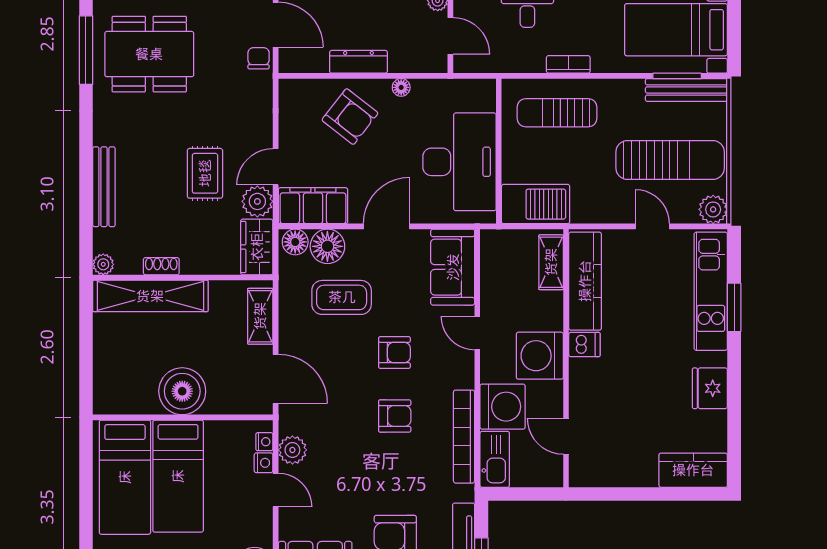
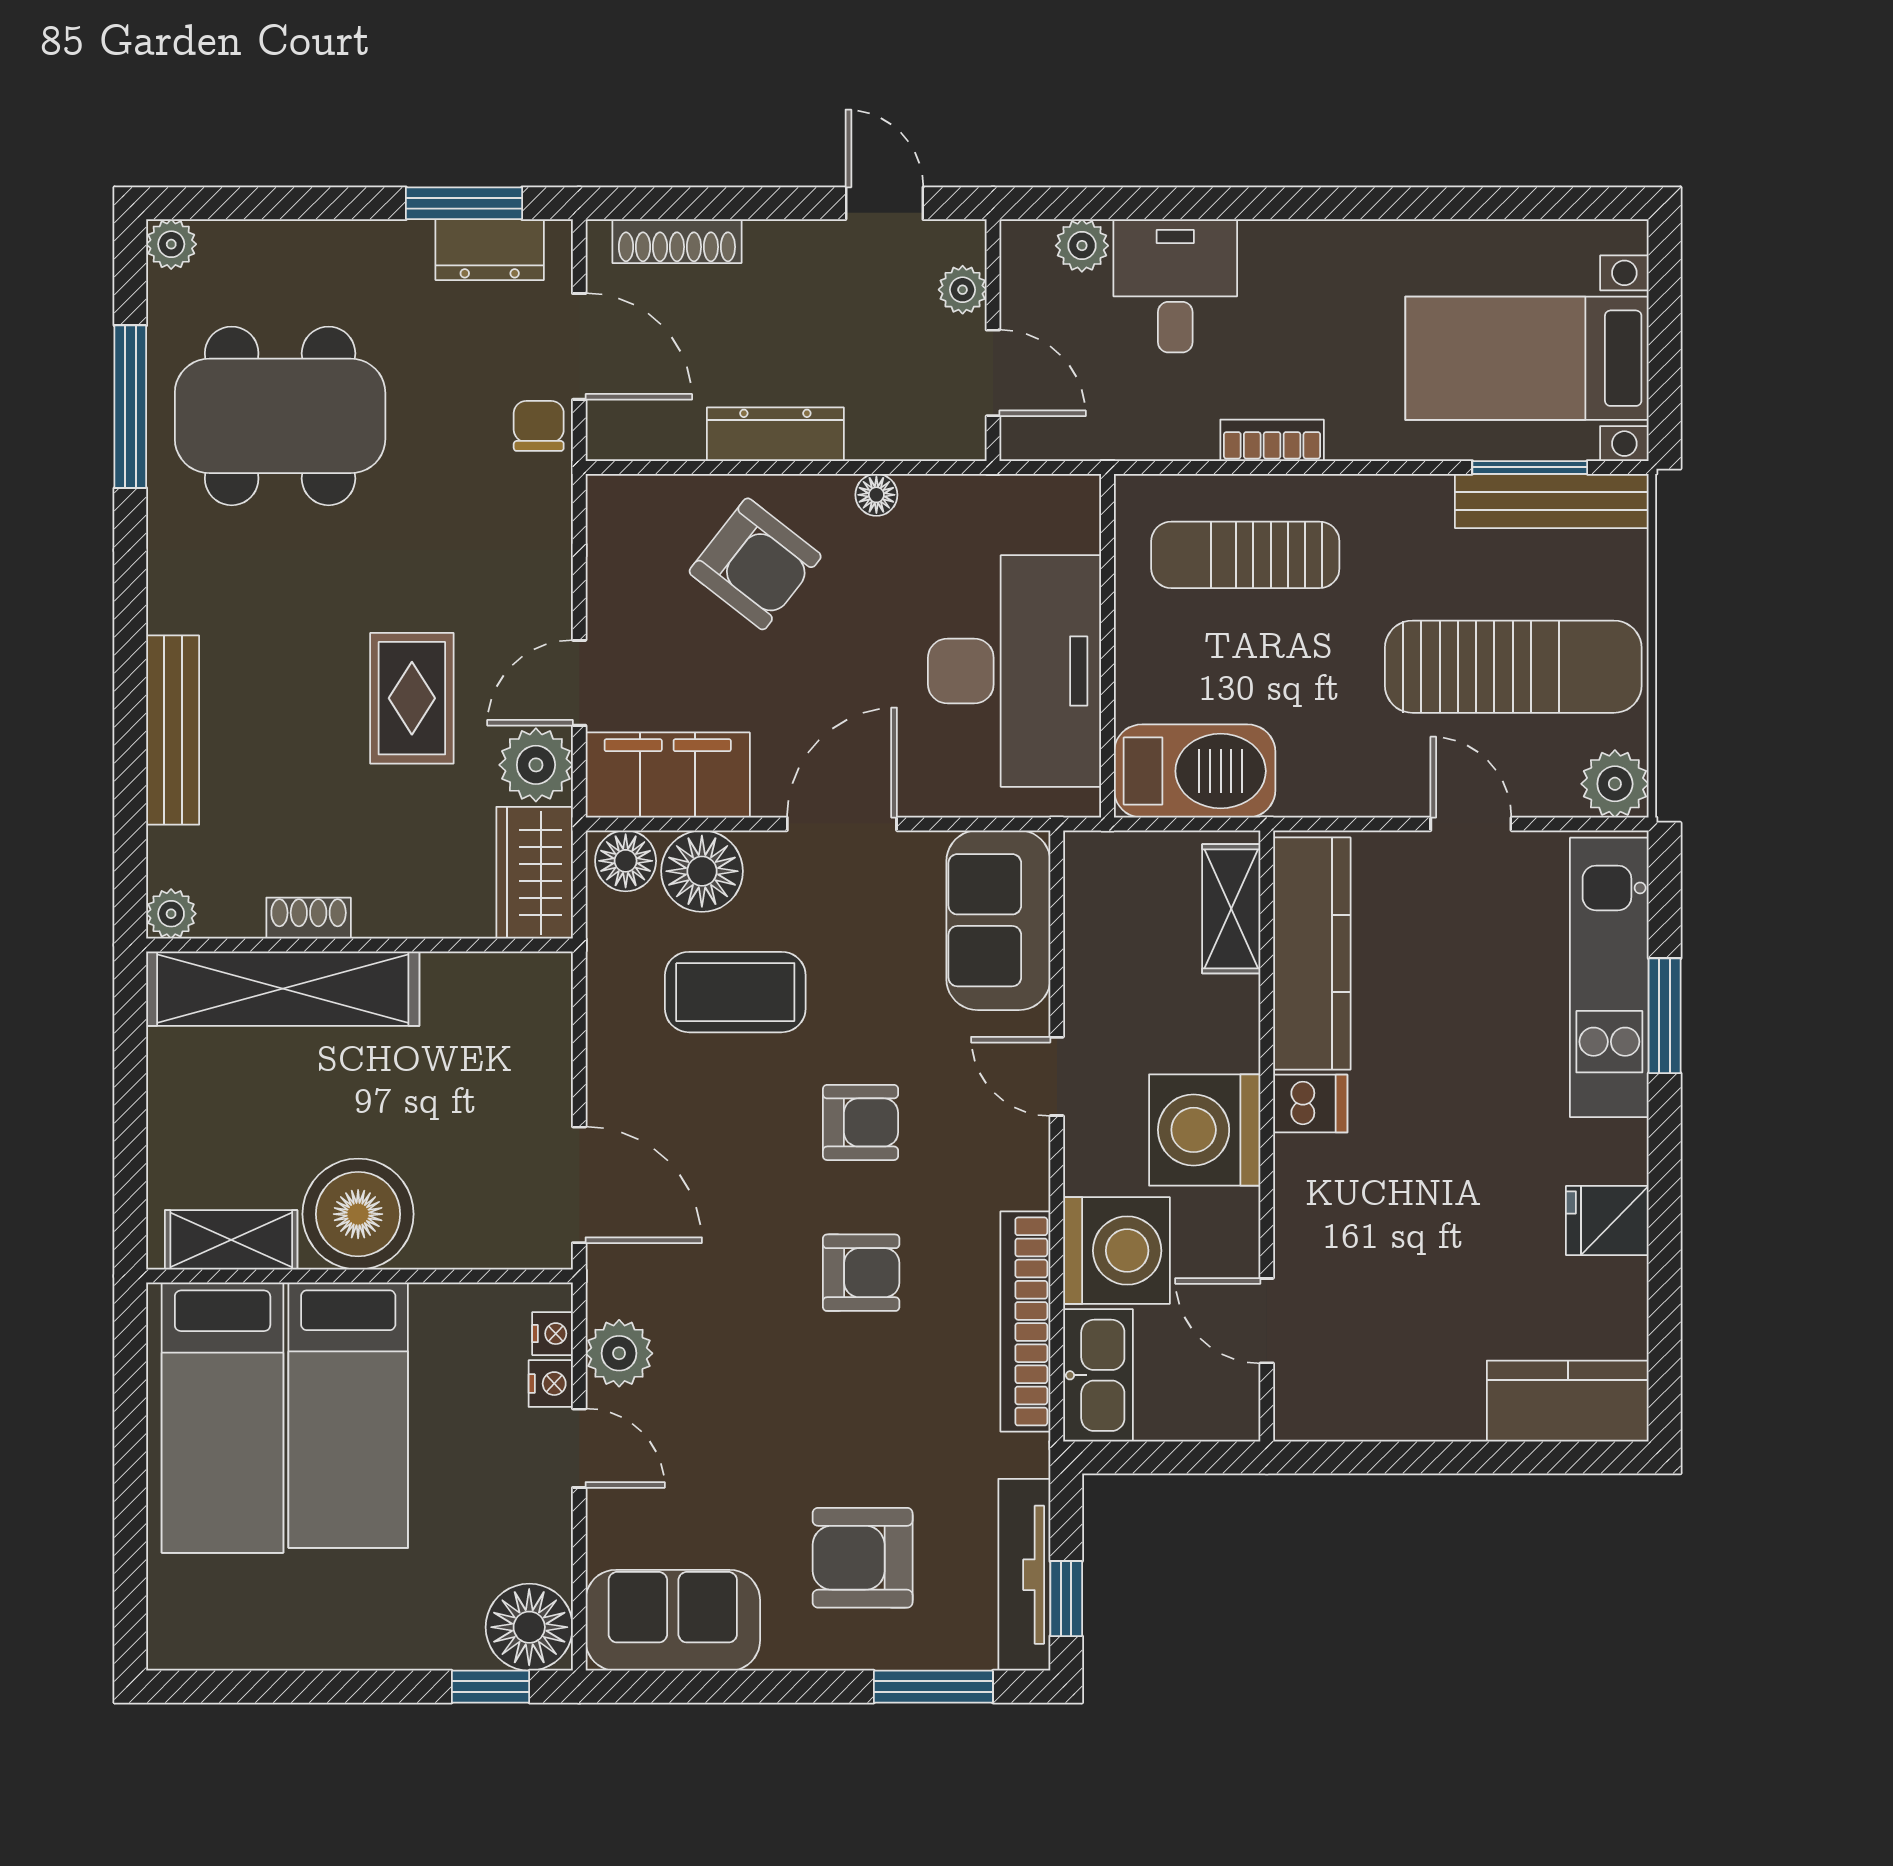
shelving: (260, 316) -> (231, 1240), moved, turned 90
fridge: (710, 388) -> (1607, 1220), width x0.72

